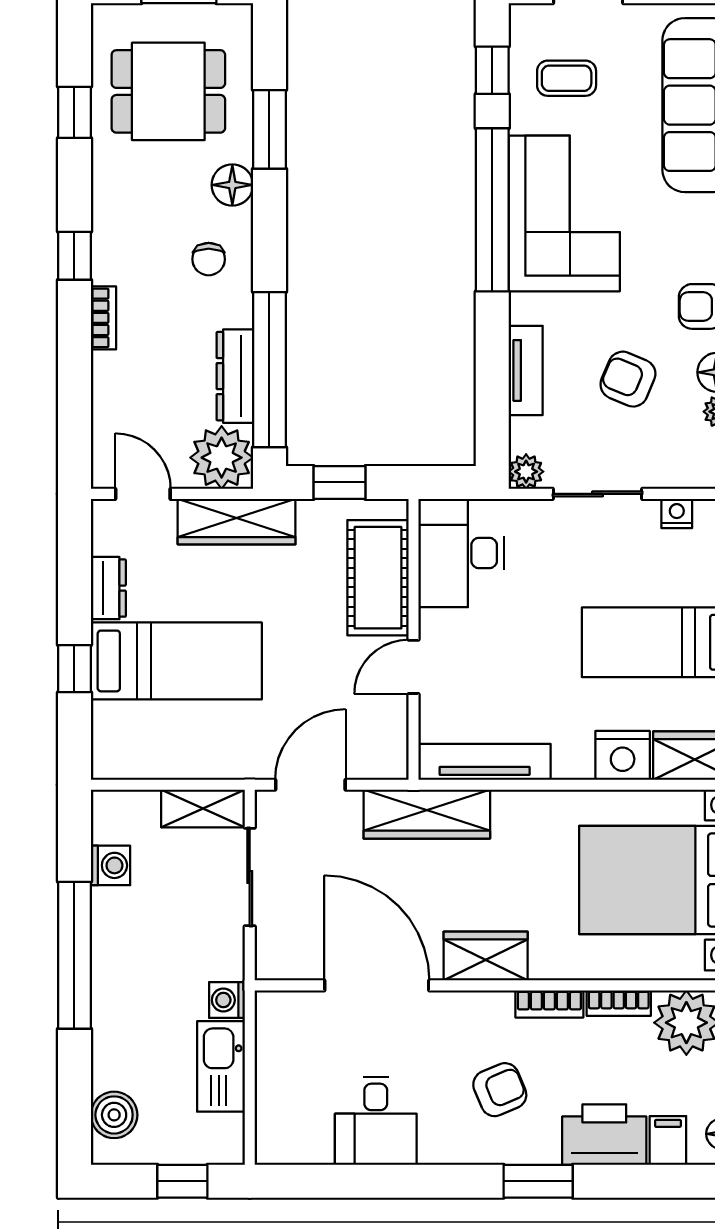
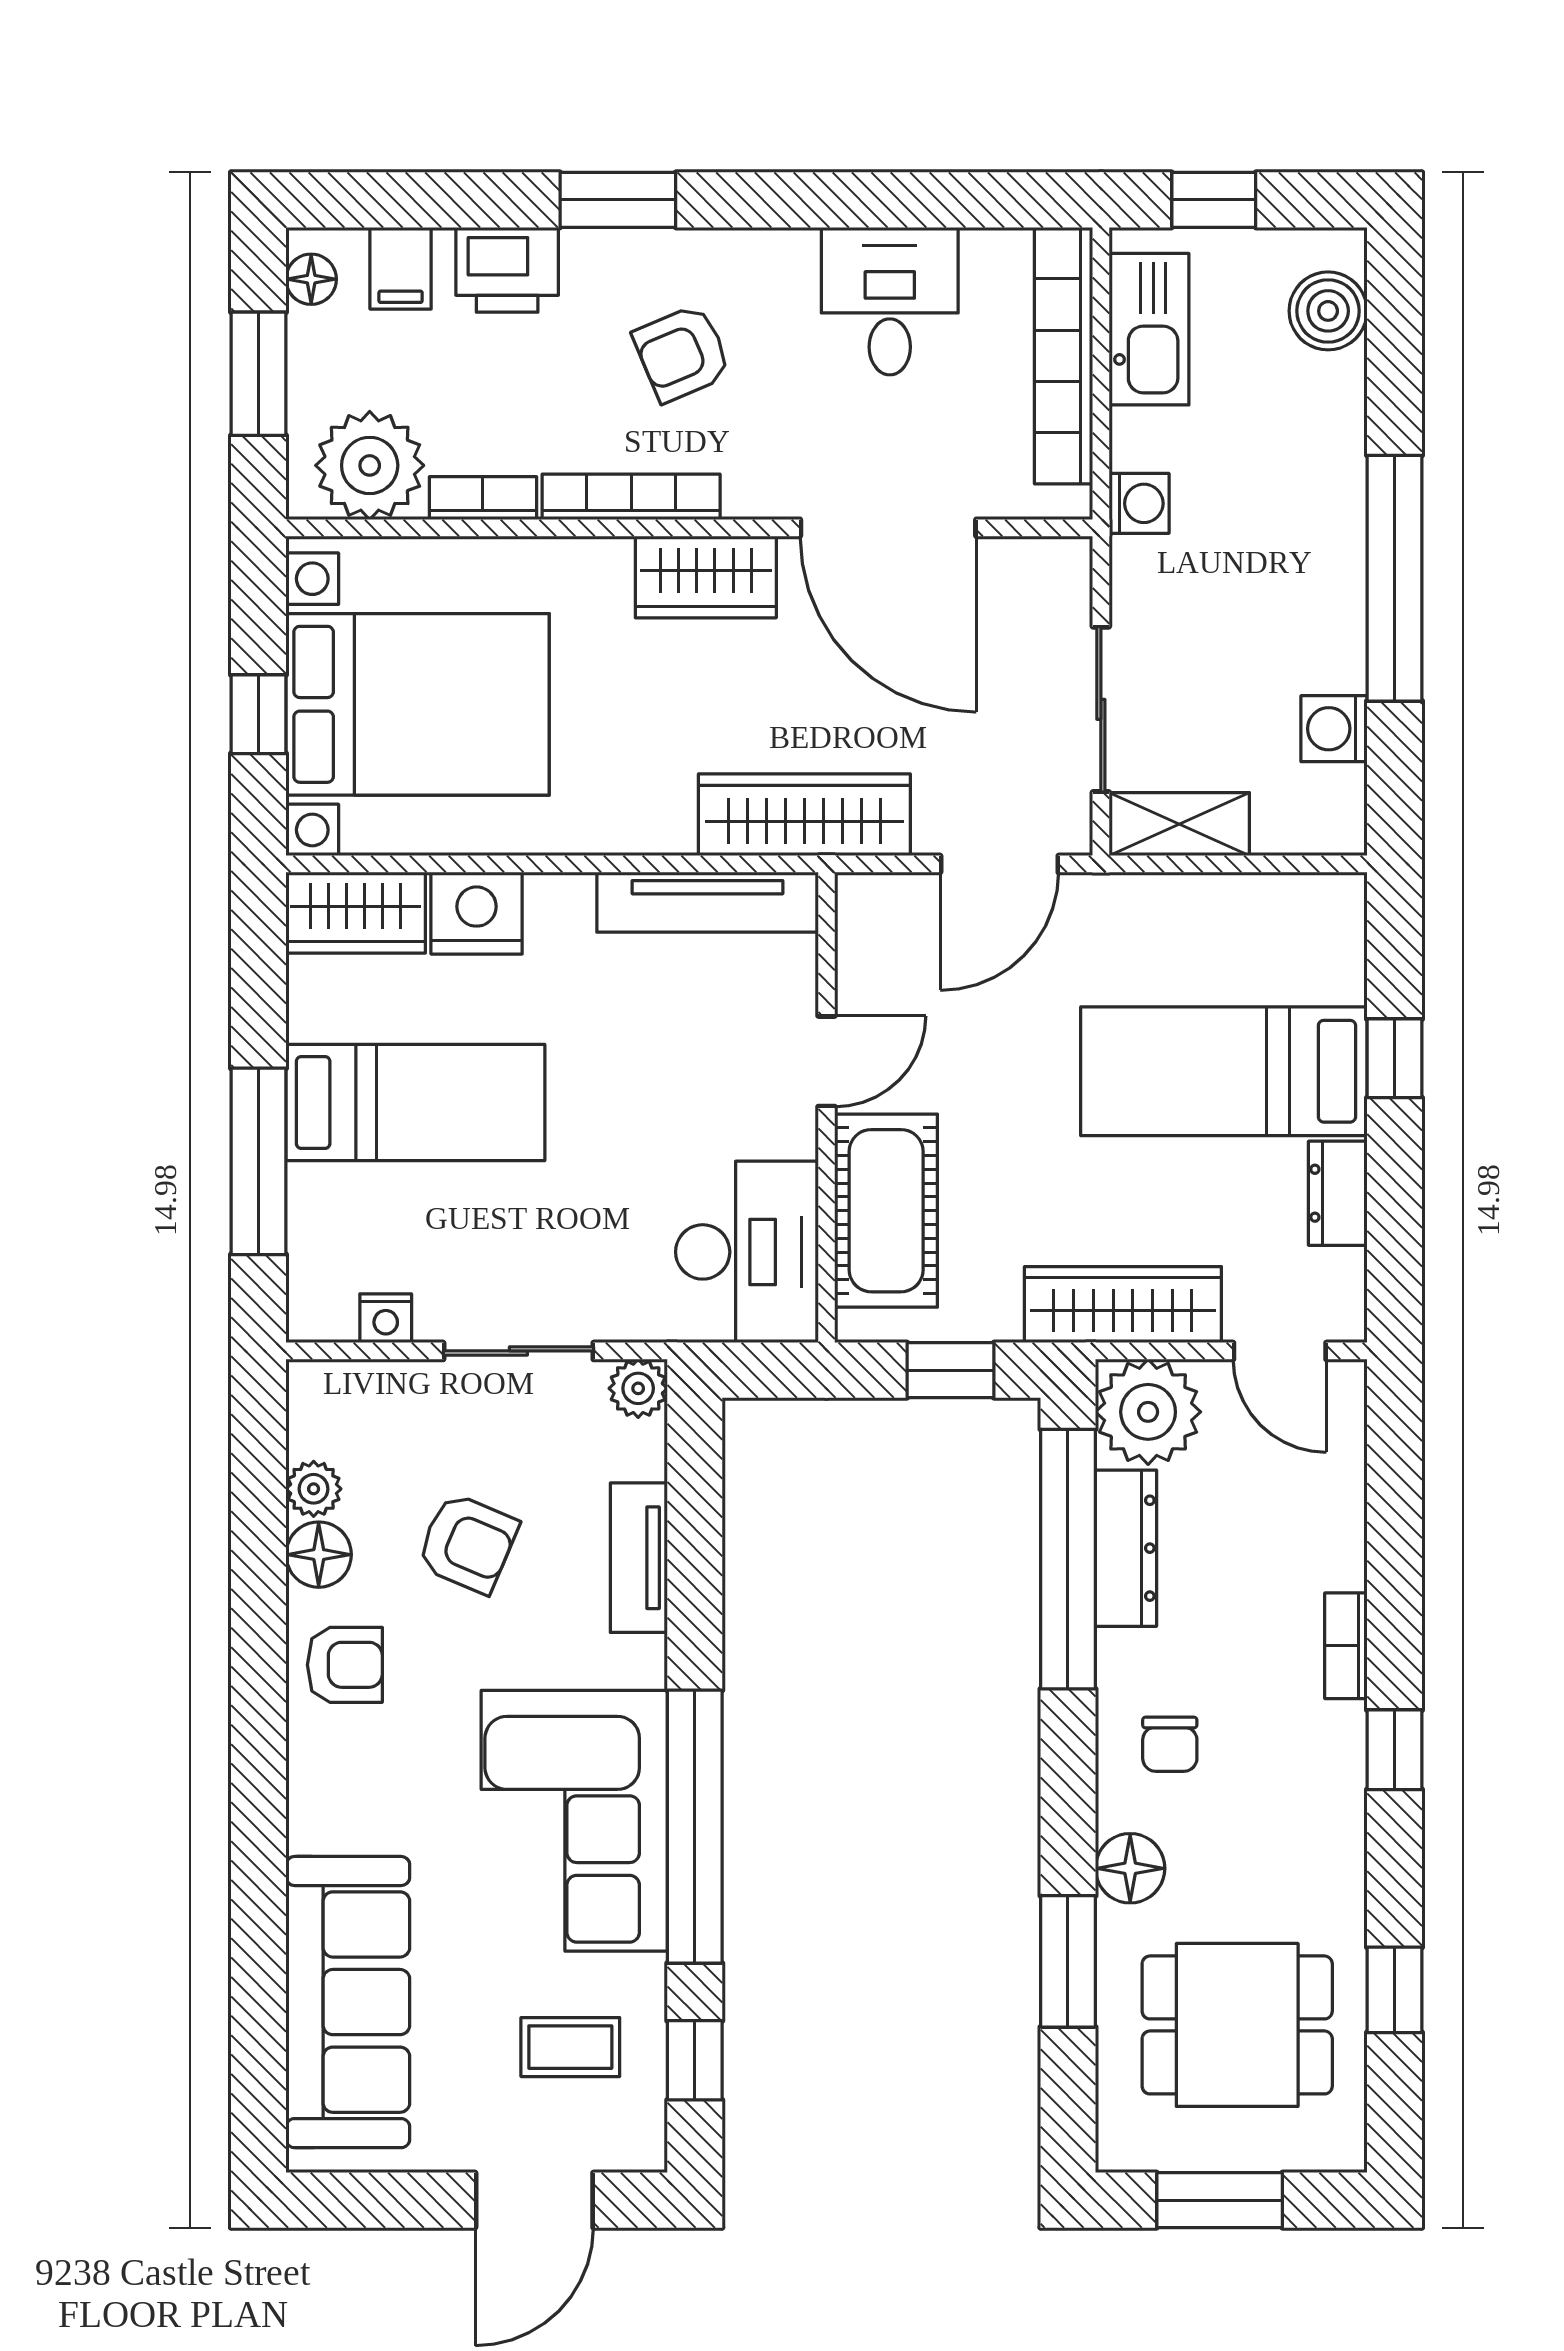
chair: (209, 259) -> (1170, 1744), turned 180
bookcase: (549, 1004) -> (631, 497), width x1.56
kitchen sink: (221, 1066) -> (1149, 329), moved
bookcase: (272, 1088) -> (1064, 356), added
printer: (604, 1135) -> (507, 270), width x0.73, depth x0.84

